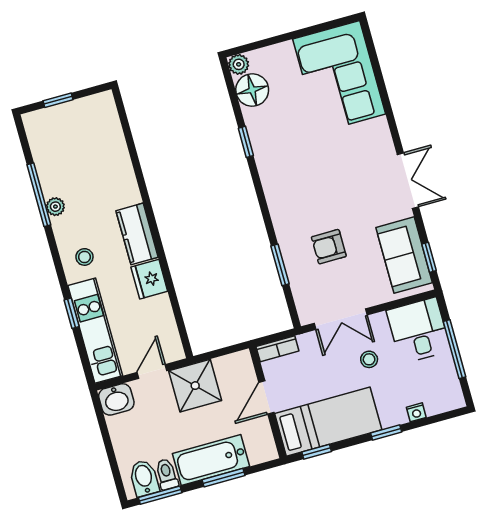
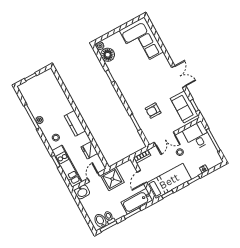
fridge: (149, 279) -> (89, 150), moved
bathtub: (211, 460) -> (137, 201), moved

